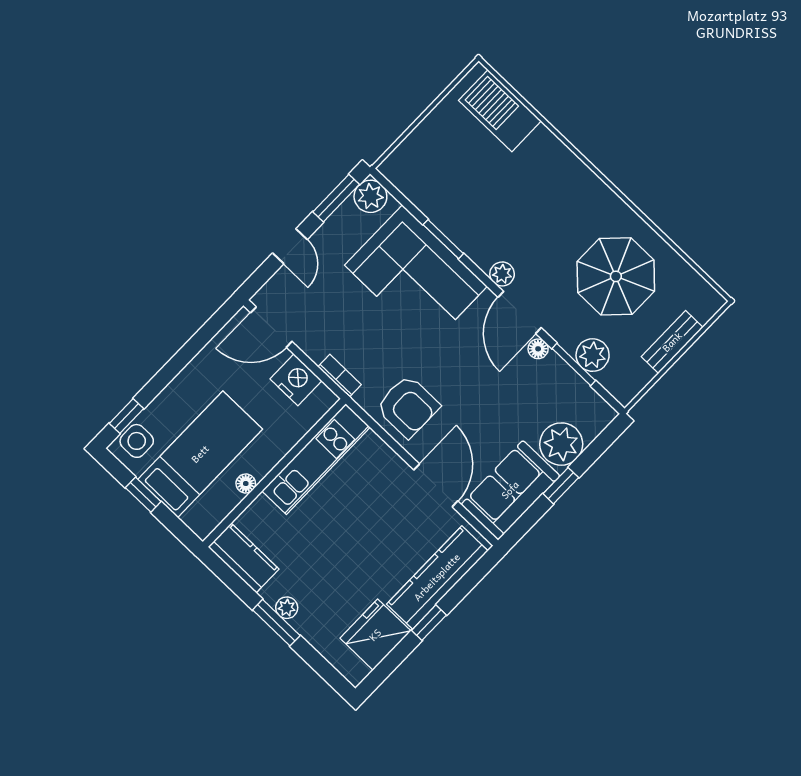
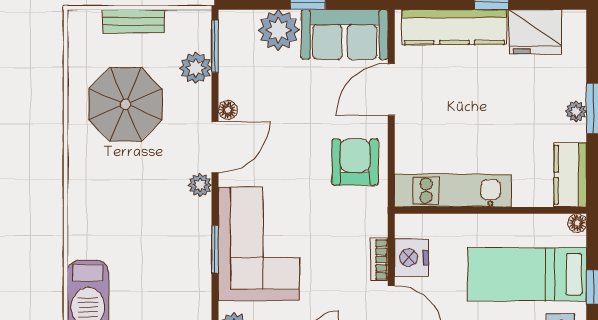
window: (574, 365) -> (215, 46), moved
bookcase: (340, 376) -> (379, 260), moved
floor lamp: (246, 484) -> (577, 223), moved

